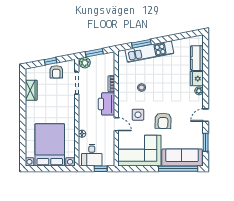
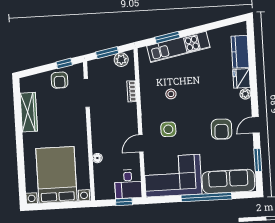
window: (50, 61) -> (64, 63), moved
plant: (85, 63) -> (121, 60), moved
wardrobe: (31, 90) -> (29, 112), width x1.50
printer: (107, 104) -> (127, 118), removed
armchair: (163, 121) -> (221, 129), moved
door: (116, 124) -> (141, 143), swing flipped
desk: (92, 155) -> (128, 184), moved
window: (178, 169) -> (206, 197), moved

